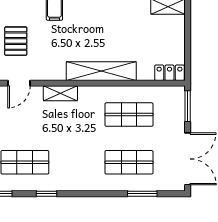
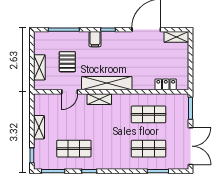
shelving: (101, 71) -> (107, 83), moved
locker: (170, 73) -> (166, 84), moved

